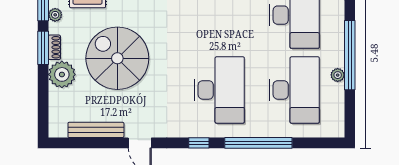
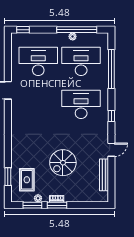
window: (350, 55) -> (77, 30), moved
spiral stairs: (117, 58) -> (63, 163), width x0.73, depth x0.73
plant: (62, 74) -> (72, 194), removed
window: (258, 143) -> (111, 69), moved

